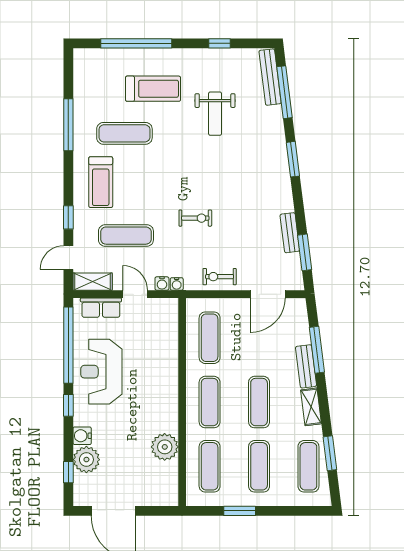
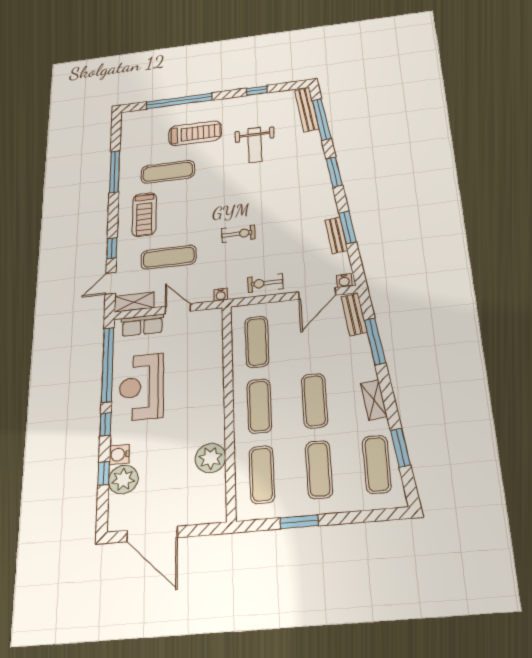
window: (305, 252) -> (348, 227), moved
water cooler: (162, 284) -> (344, 281), moved
bench: (306, 366) -> (354, 314), moved
window: (68, 472) -> (104, 473), moved

